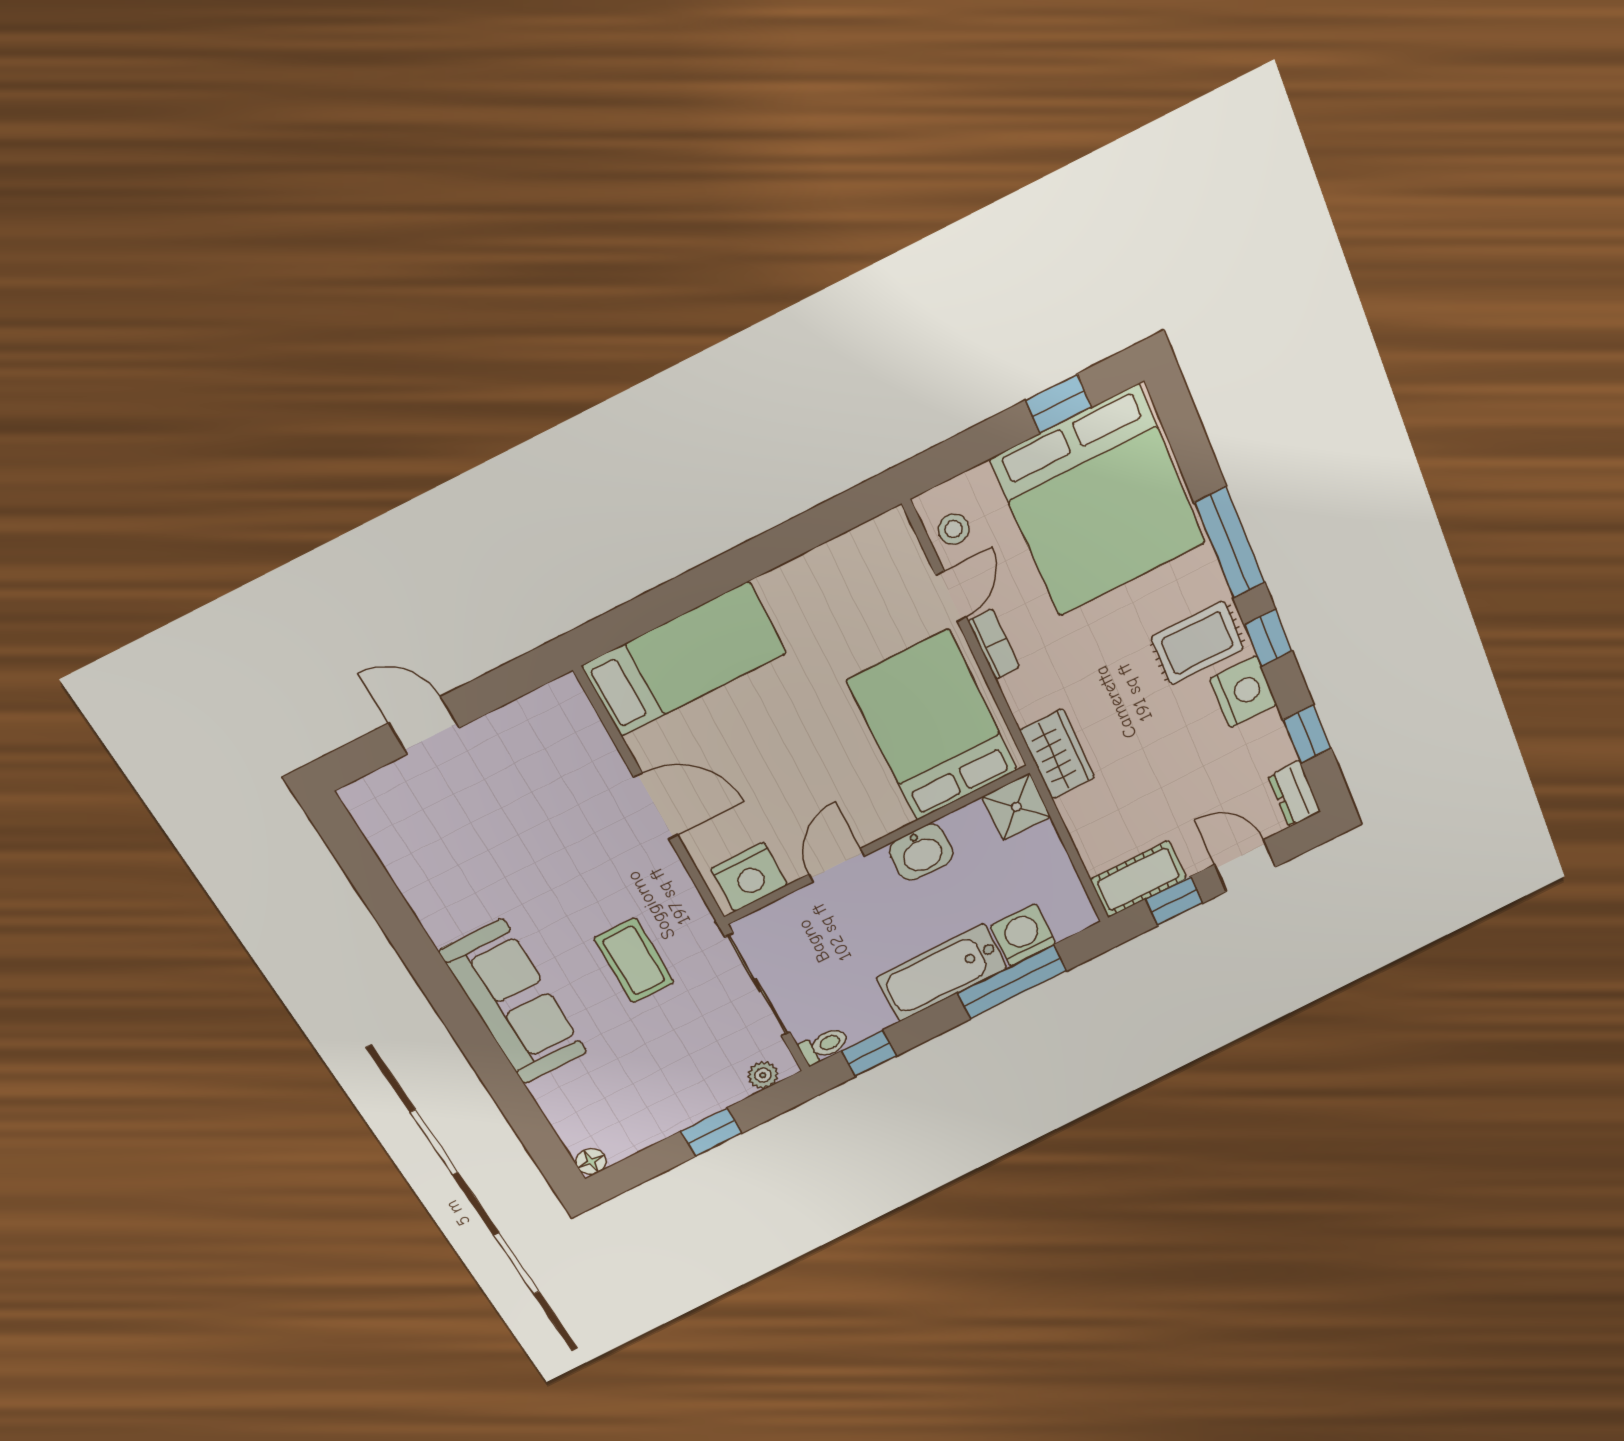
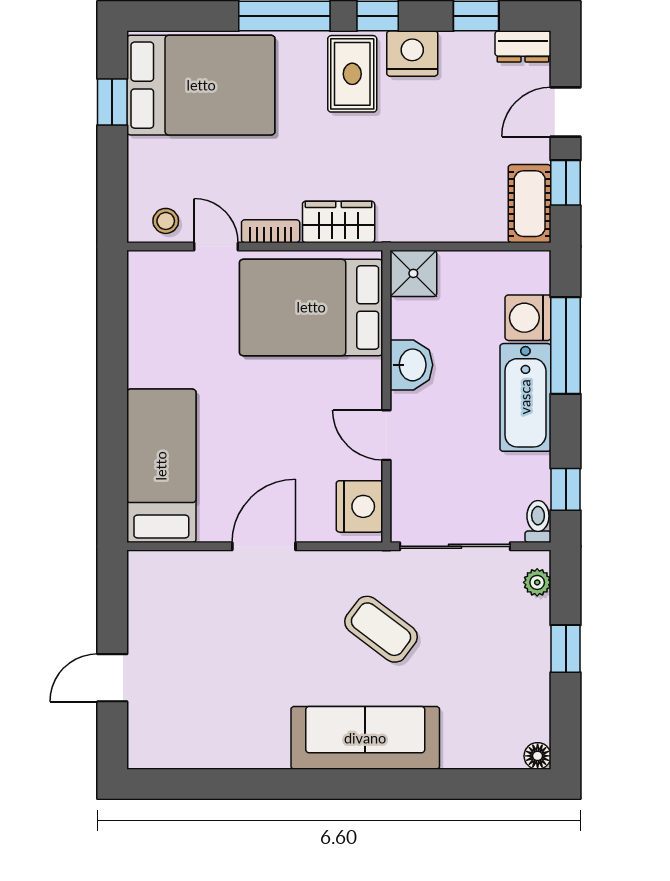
bed: (1099, 502) -> (201, 85), width x0.73
wardrobe: (1057, 754) -> (339, 222), moved
coffee table: (634, 961) -> (381, 629), turned 37

